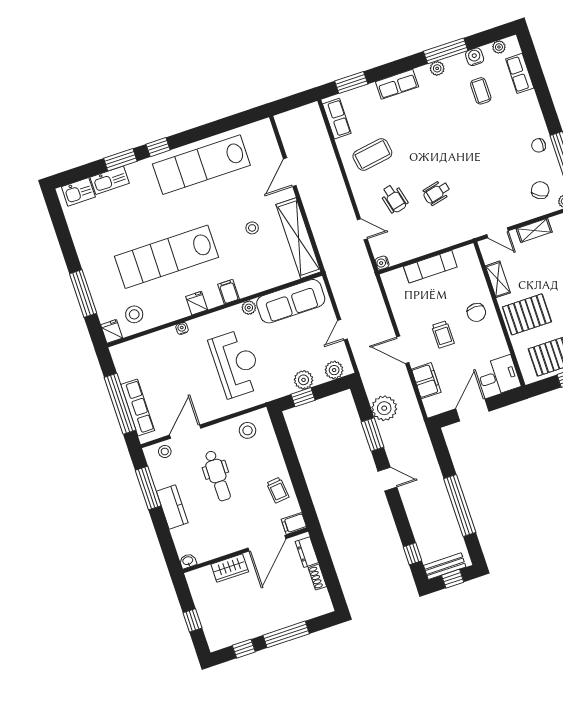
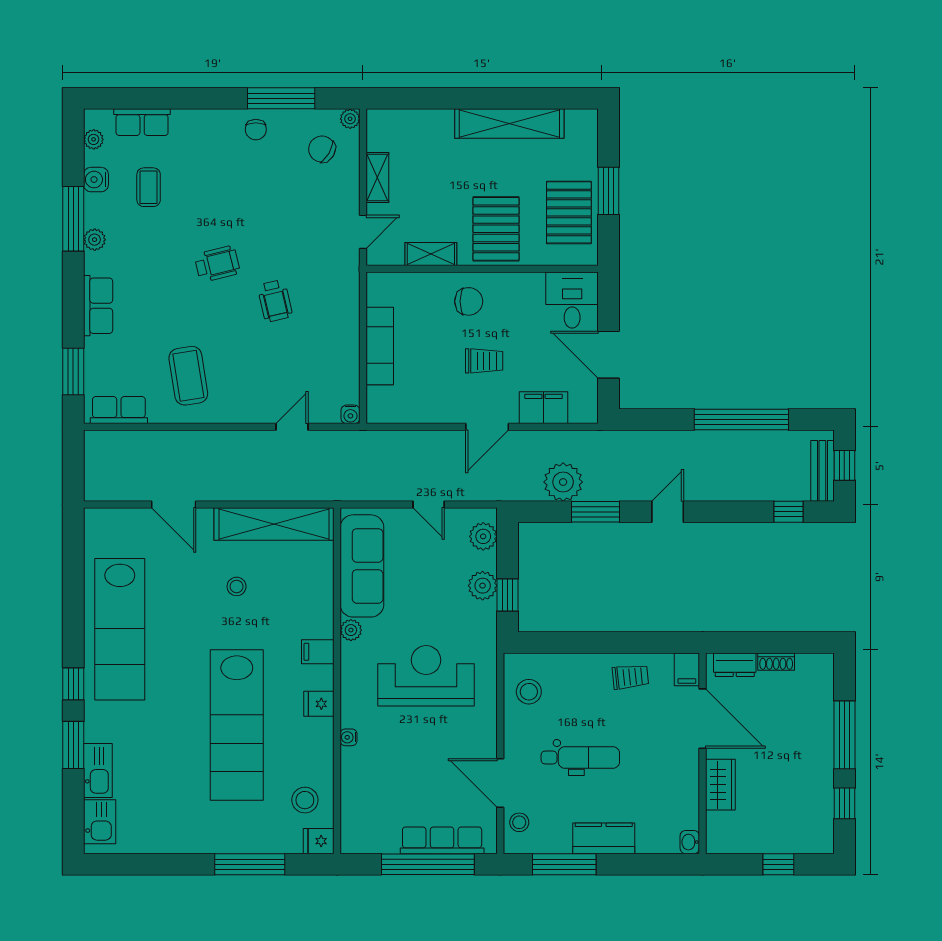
coffee table: (481, 91) -> (149, 187), turned 90
wheelchair: (394, 199) -> (217, 264), moved

